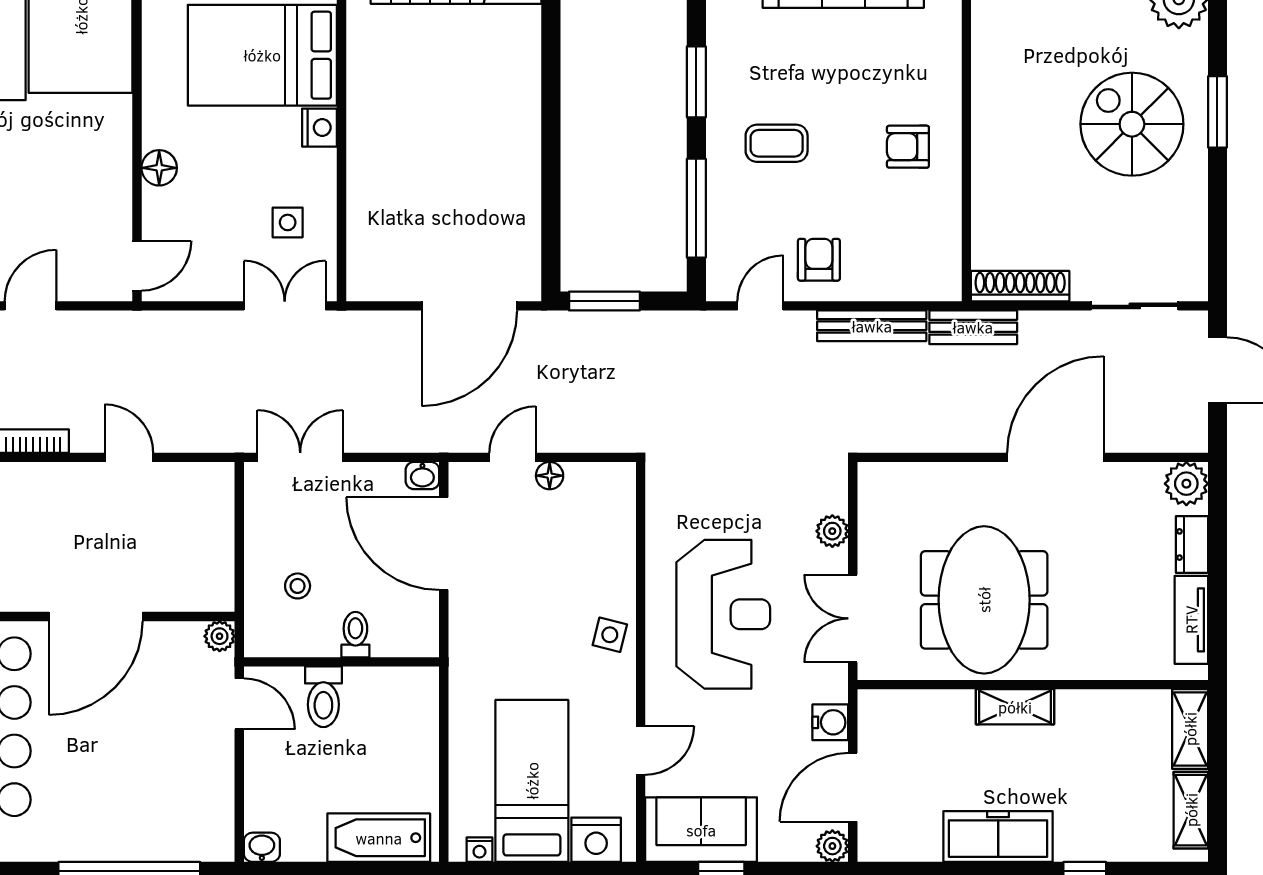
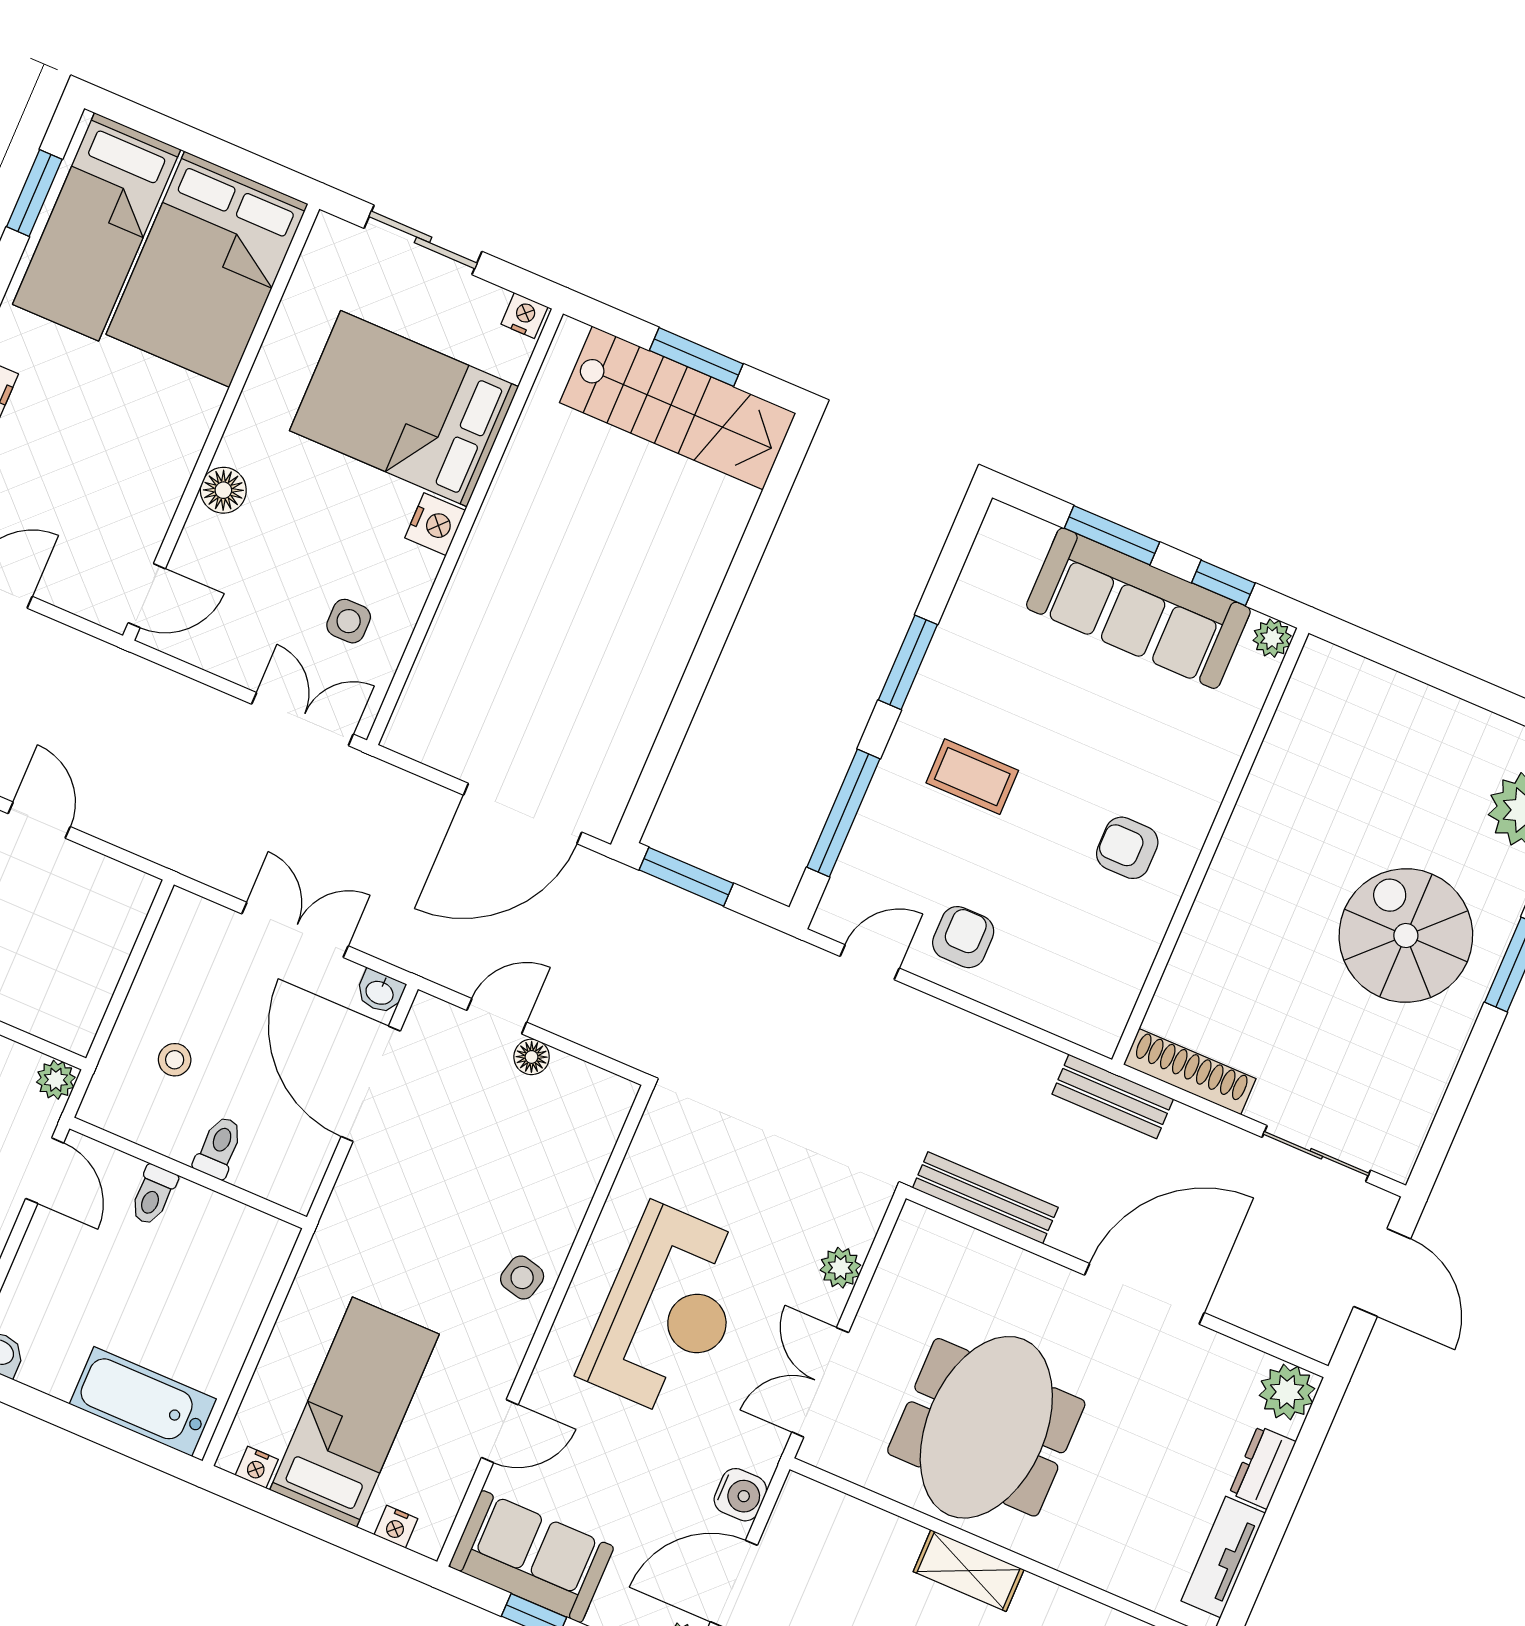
bench: (872, 326) -> (985, 1198), moved
double door: (300, 457) -> (295, 930), moved
toilet: (323, 697) -> (153, 1195), width x0.73, depth x0.72
nightstand: (596, 840) -> (396, 1527), width x0.53, depth x0.56

